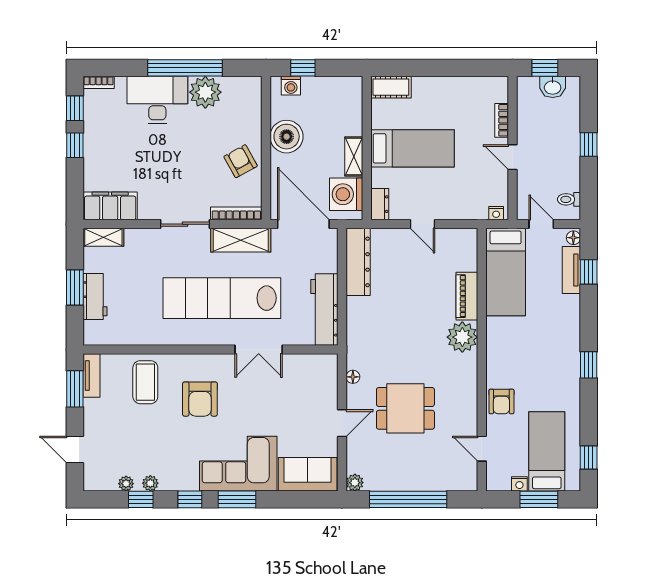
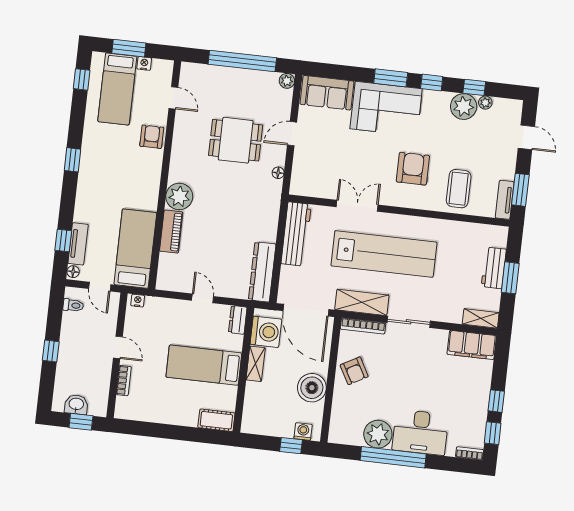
plant: (150, 483) -> (464, 107), width x1.88, depth x1.88

